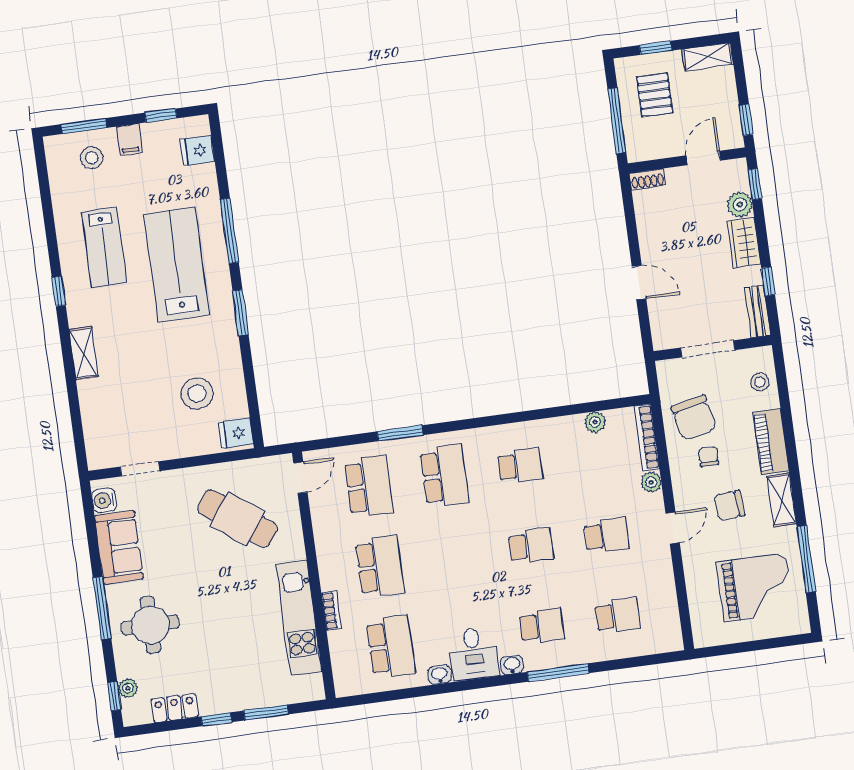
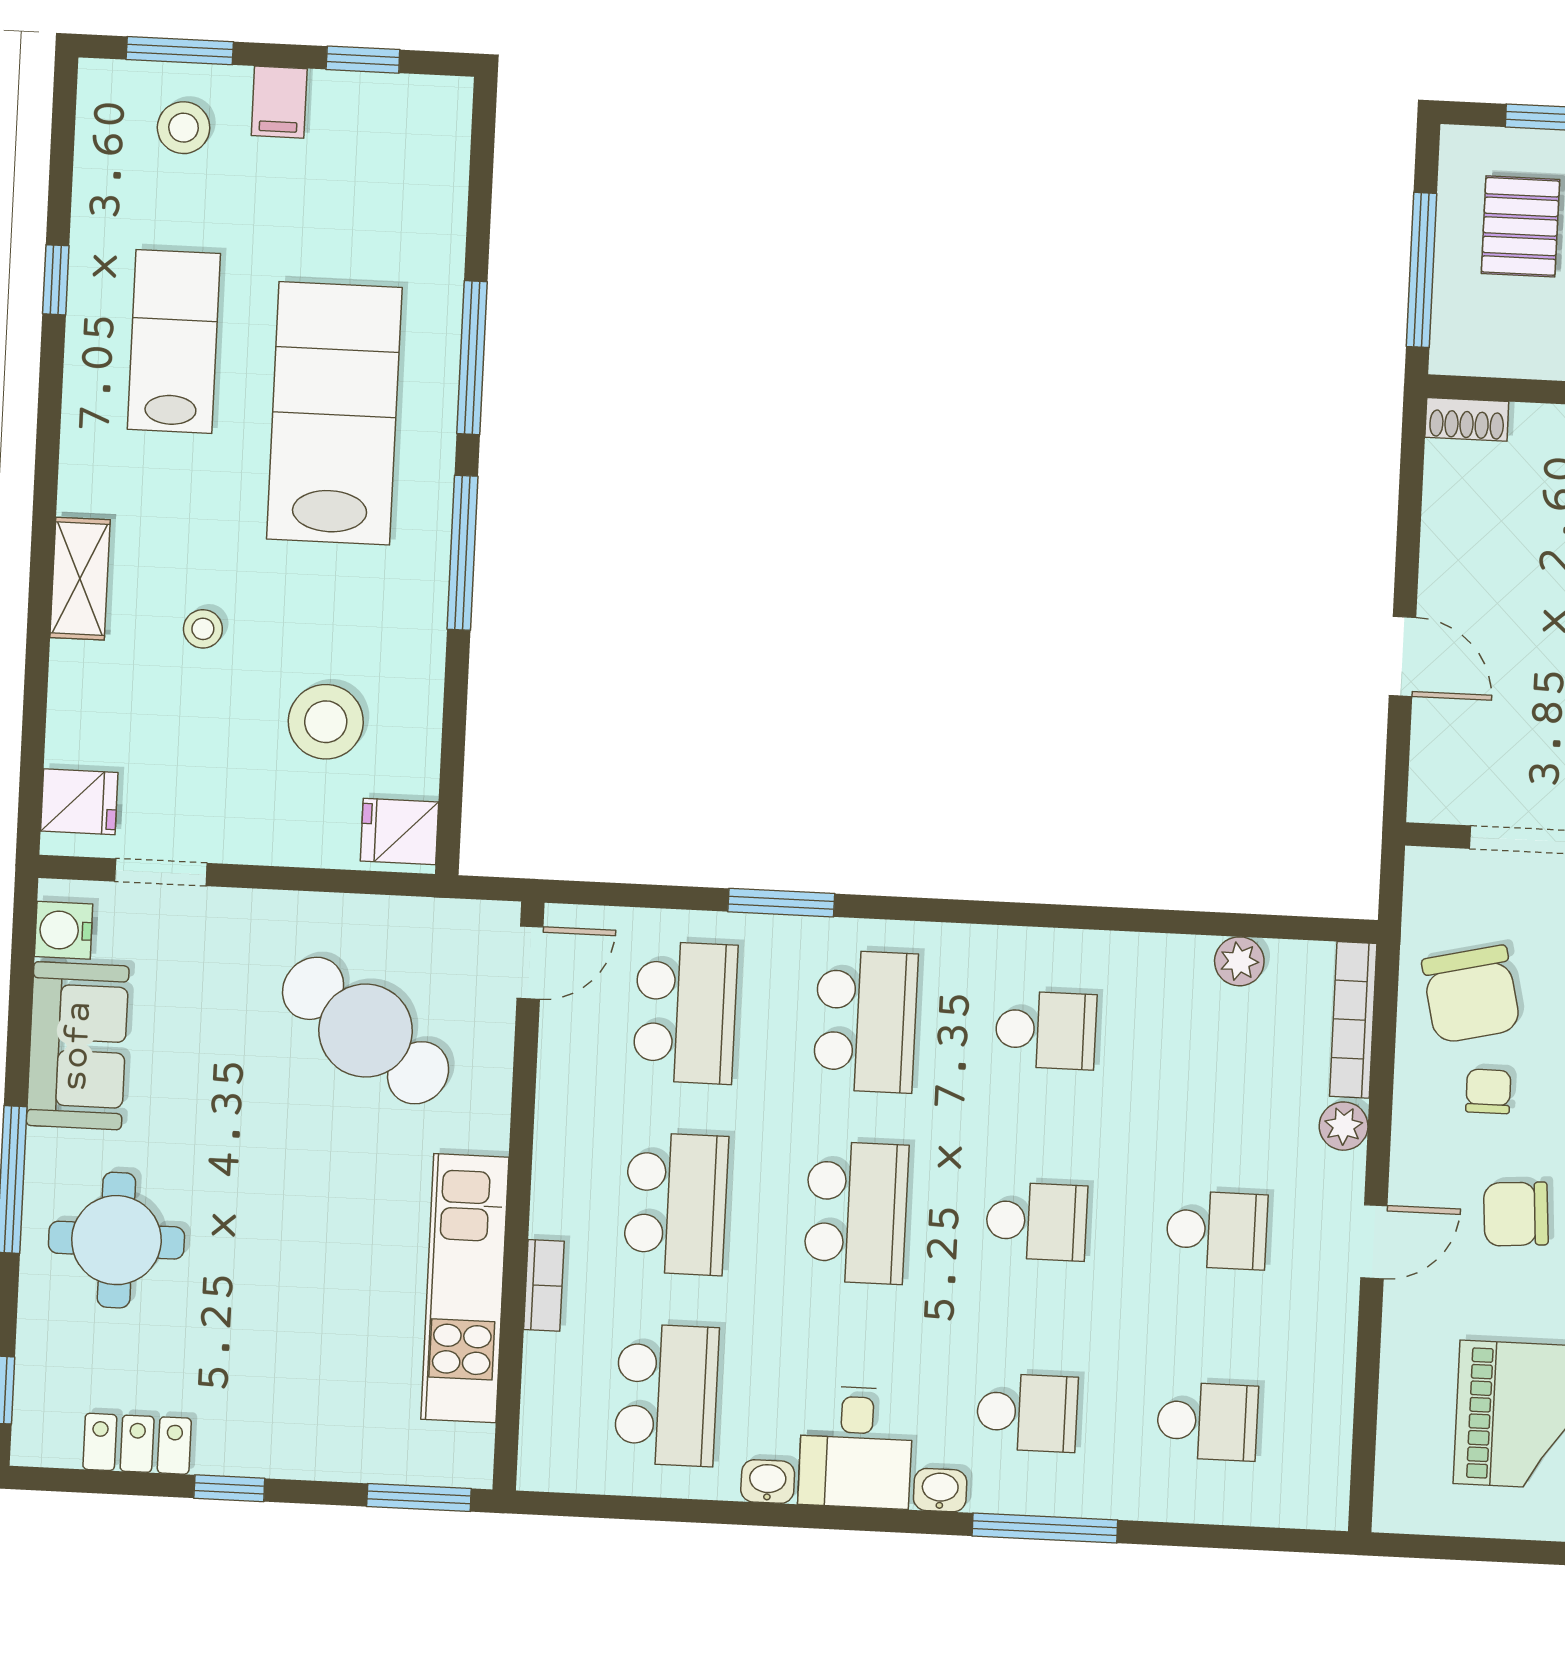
fridge: (197, 150) -> (79, 802), moved, turned 180
lab bench: (104, 247) -> (174, 341), turned 180
window: (59, 291) -> (56, 280), moved
window: (241, 313) -> (463, 553), width x1.44
stool: (139, 364) -> (203, 629), added
school desk: (455, 556) -> (856, 1213), added
plant: (128, 688) -> (37, 1377), removed
window: (266, 713) -> (419, 1497), moved

